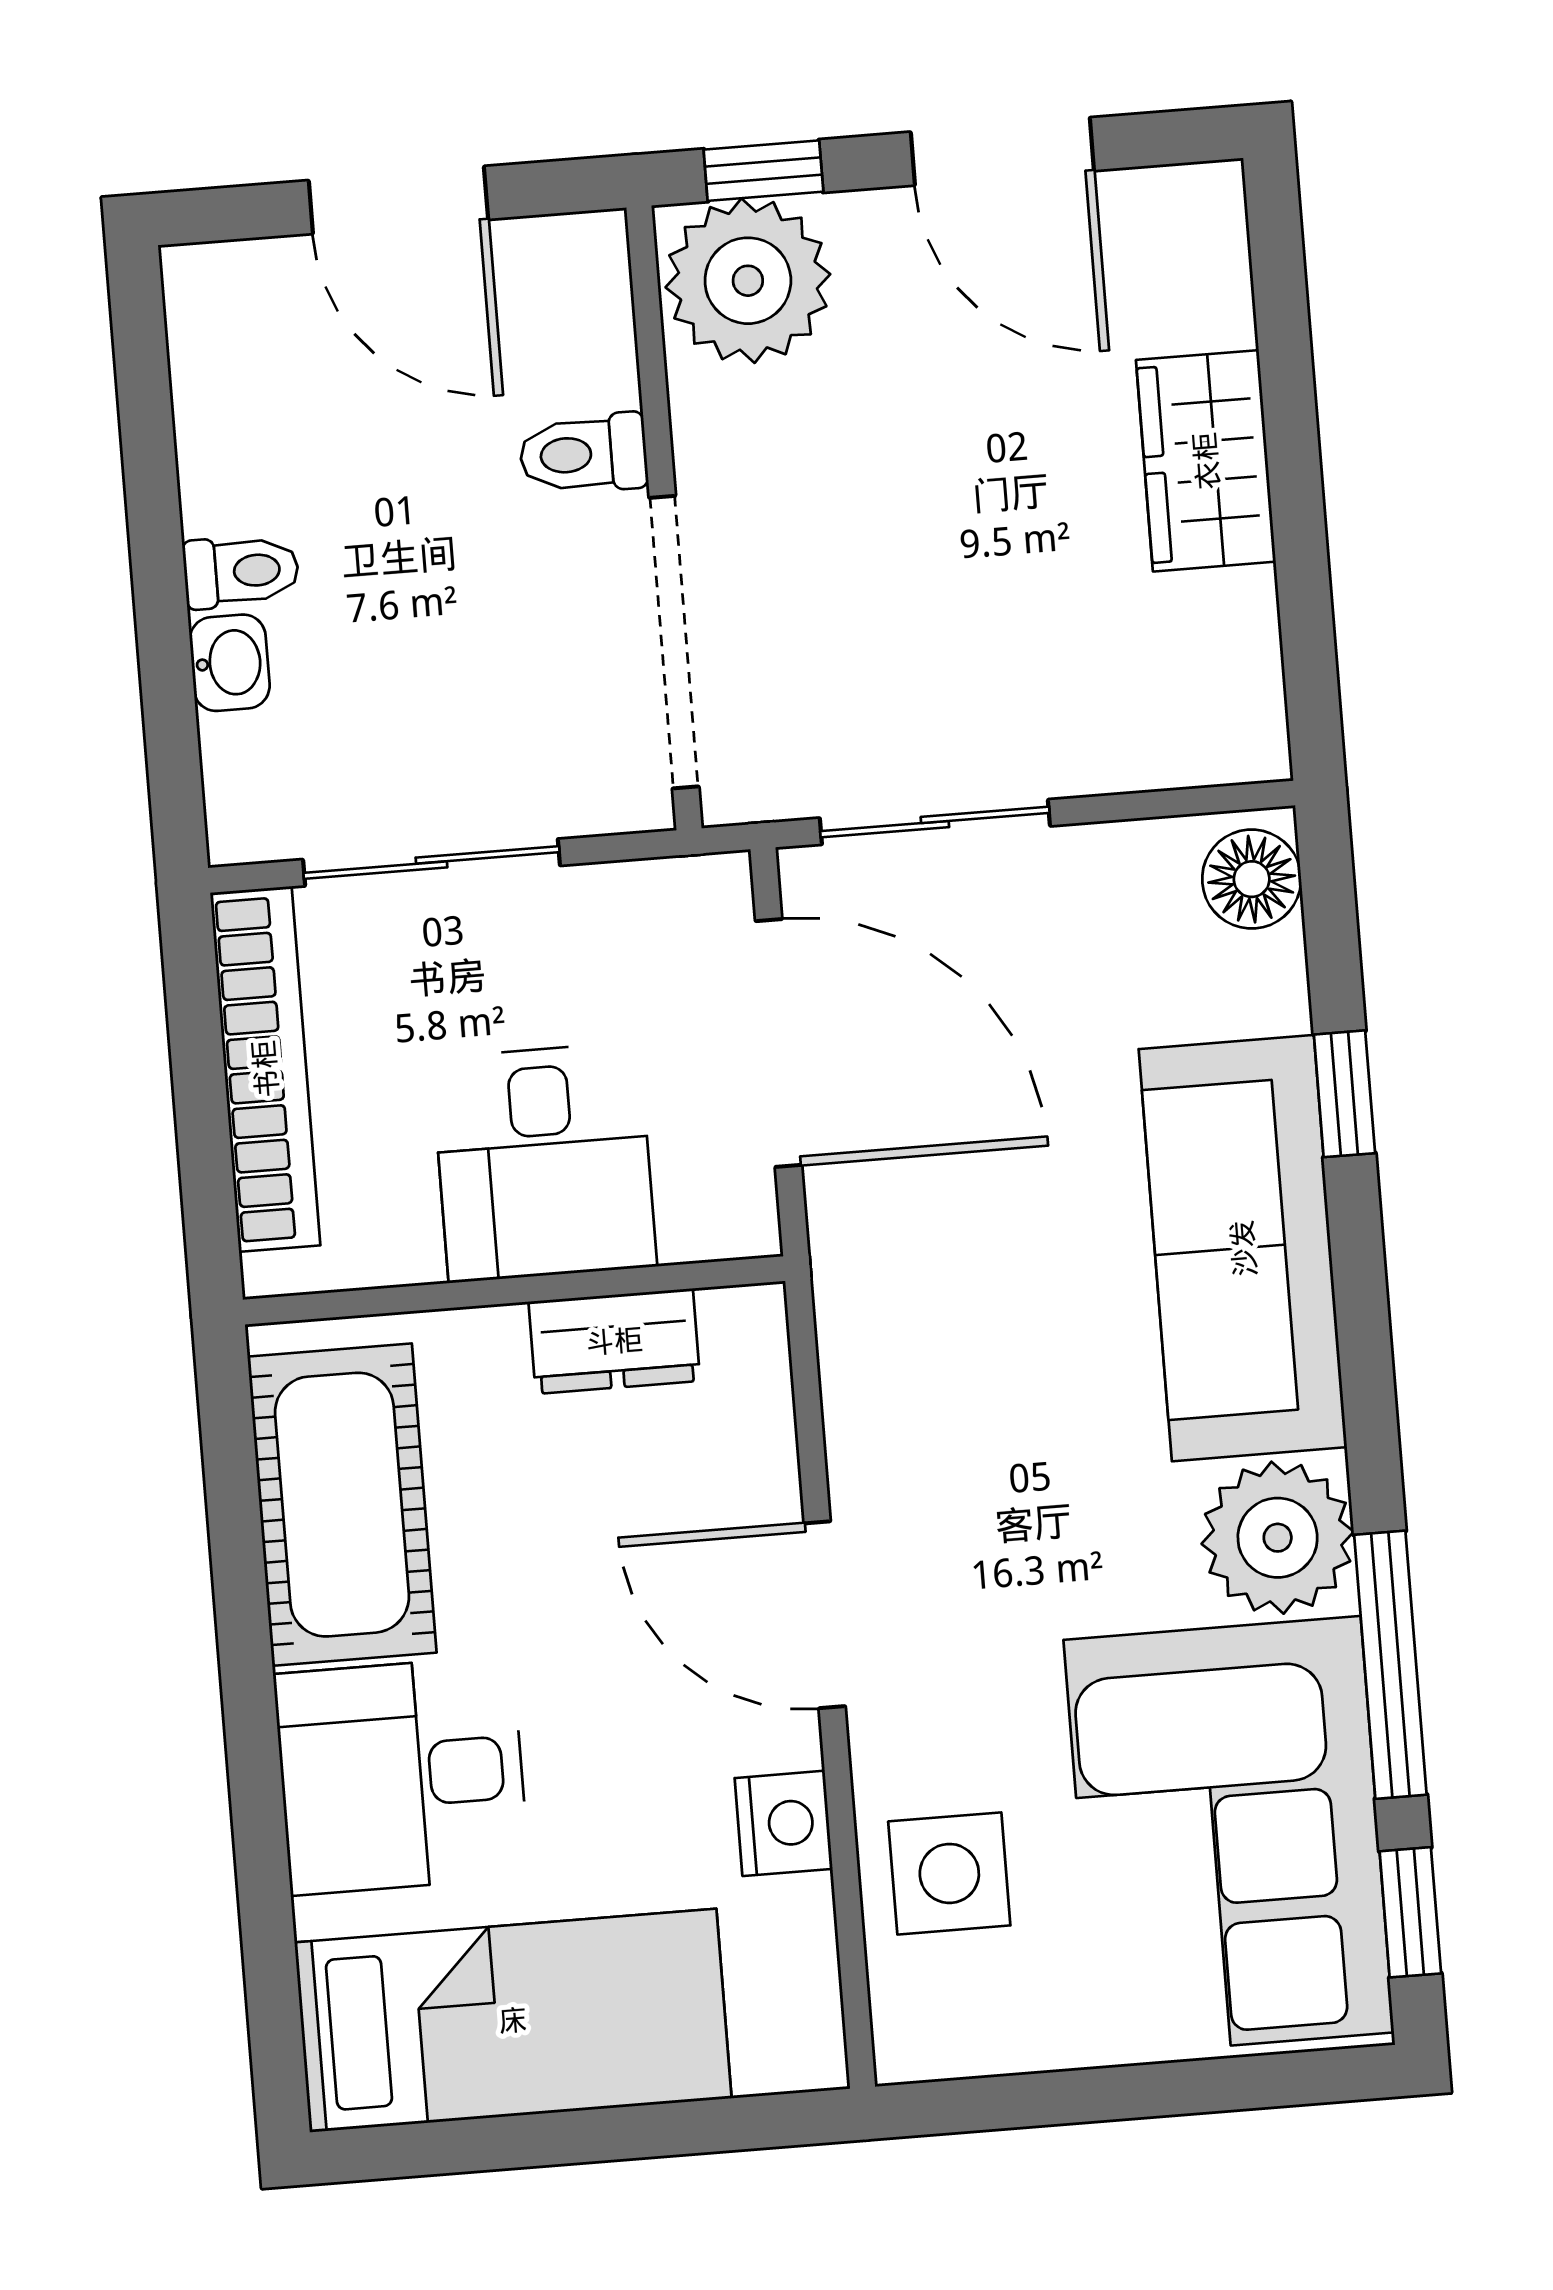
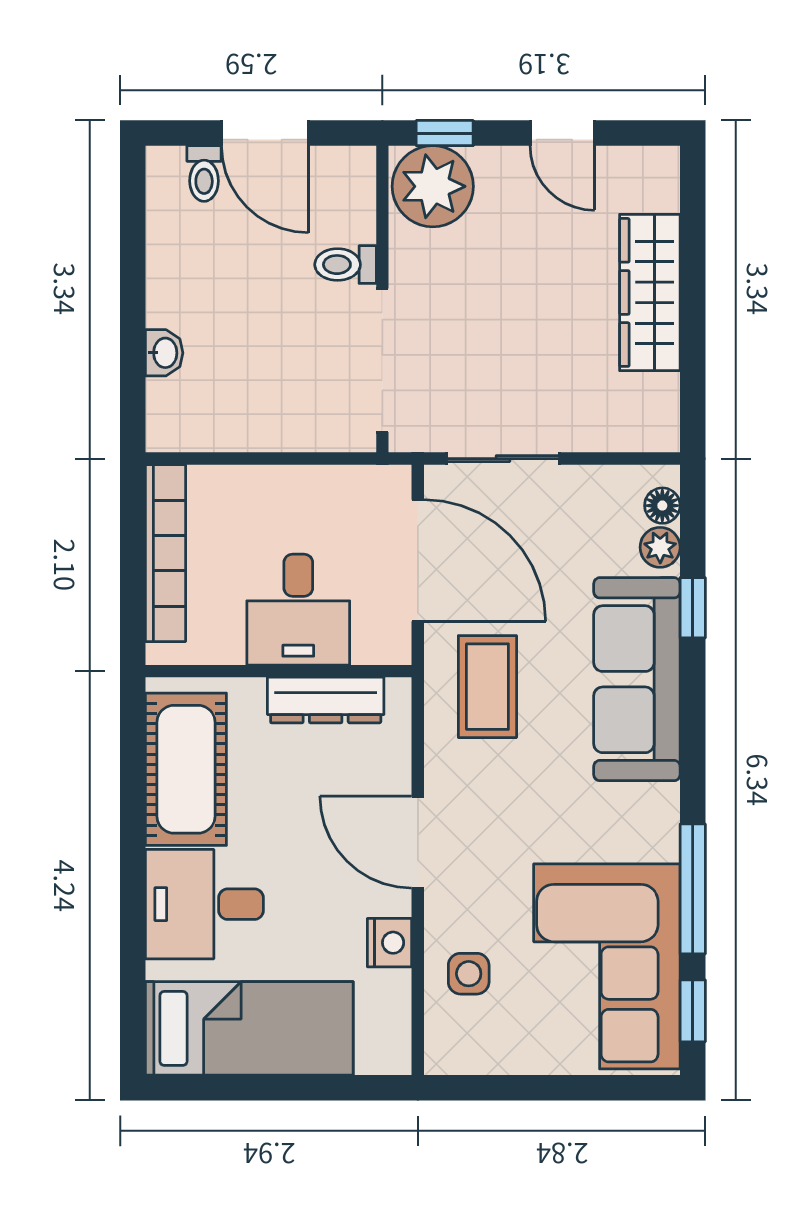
door: (1002, 151) -> (562, 133), width x0.73
wardrobe: (1206, 461) -> (650, 292), width x1.50
toilet: (241, 571) -> (204, 174), moved, turned 90
sliding door: (431, 862) -> (255, 459), removed
floor lamp: (1252, 879) -> (662, 506), width x0.73, depth x0.73
coffee table: (941, 1288) -> (487, 687), added
dresser: (614, 1341) -> (326, 700), width x1.44
plant: (1278, 1538) -> (660, 547), moved, width x0.53, depth x0.53
side table: (949, 1873) -> (469, 974), width x0.73, depth x0.73

